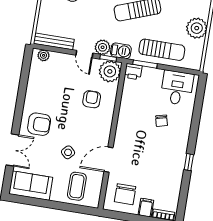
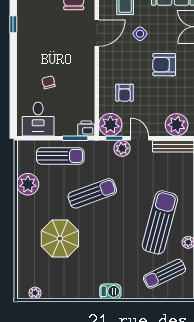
sun lounger: (162, 50) -> (60, 156), turned 180
barbecue: (121, 51) -> (102, 148), removed
plant: (44, 55) -> (177, 125), width x1.88, depth x1.88
armchair: (39, 124) -> (164, 65), moved
window: (189, 162) -> (13, 24), moved

